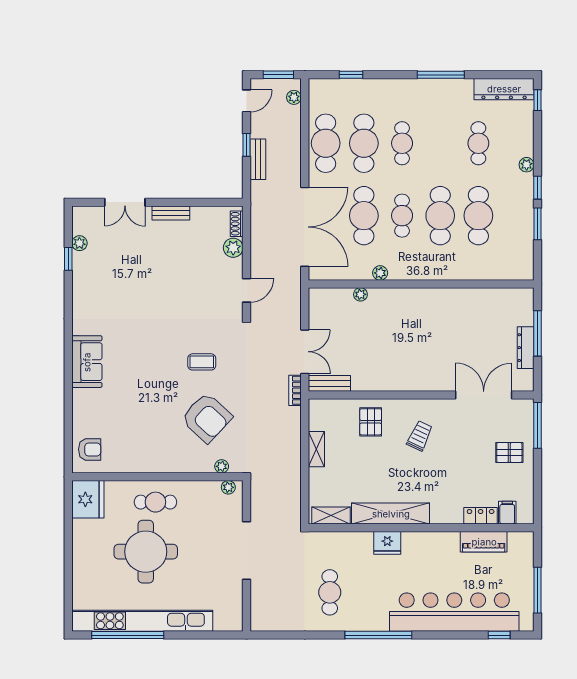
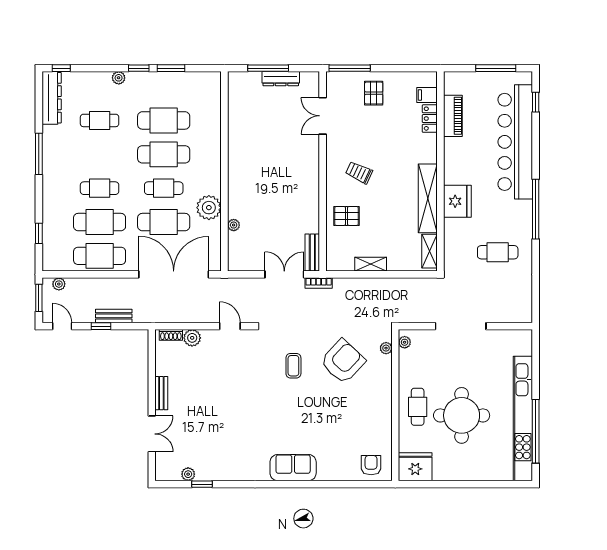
plant: (380, 273) -> (209, 208), width x1.87, depth x1.87
double door: (484, 395) -> (323, 116), width x0.73
fridge: (387, 543) -> (457, 201), width x1.36, depth x1.34

